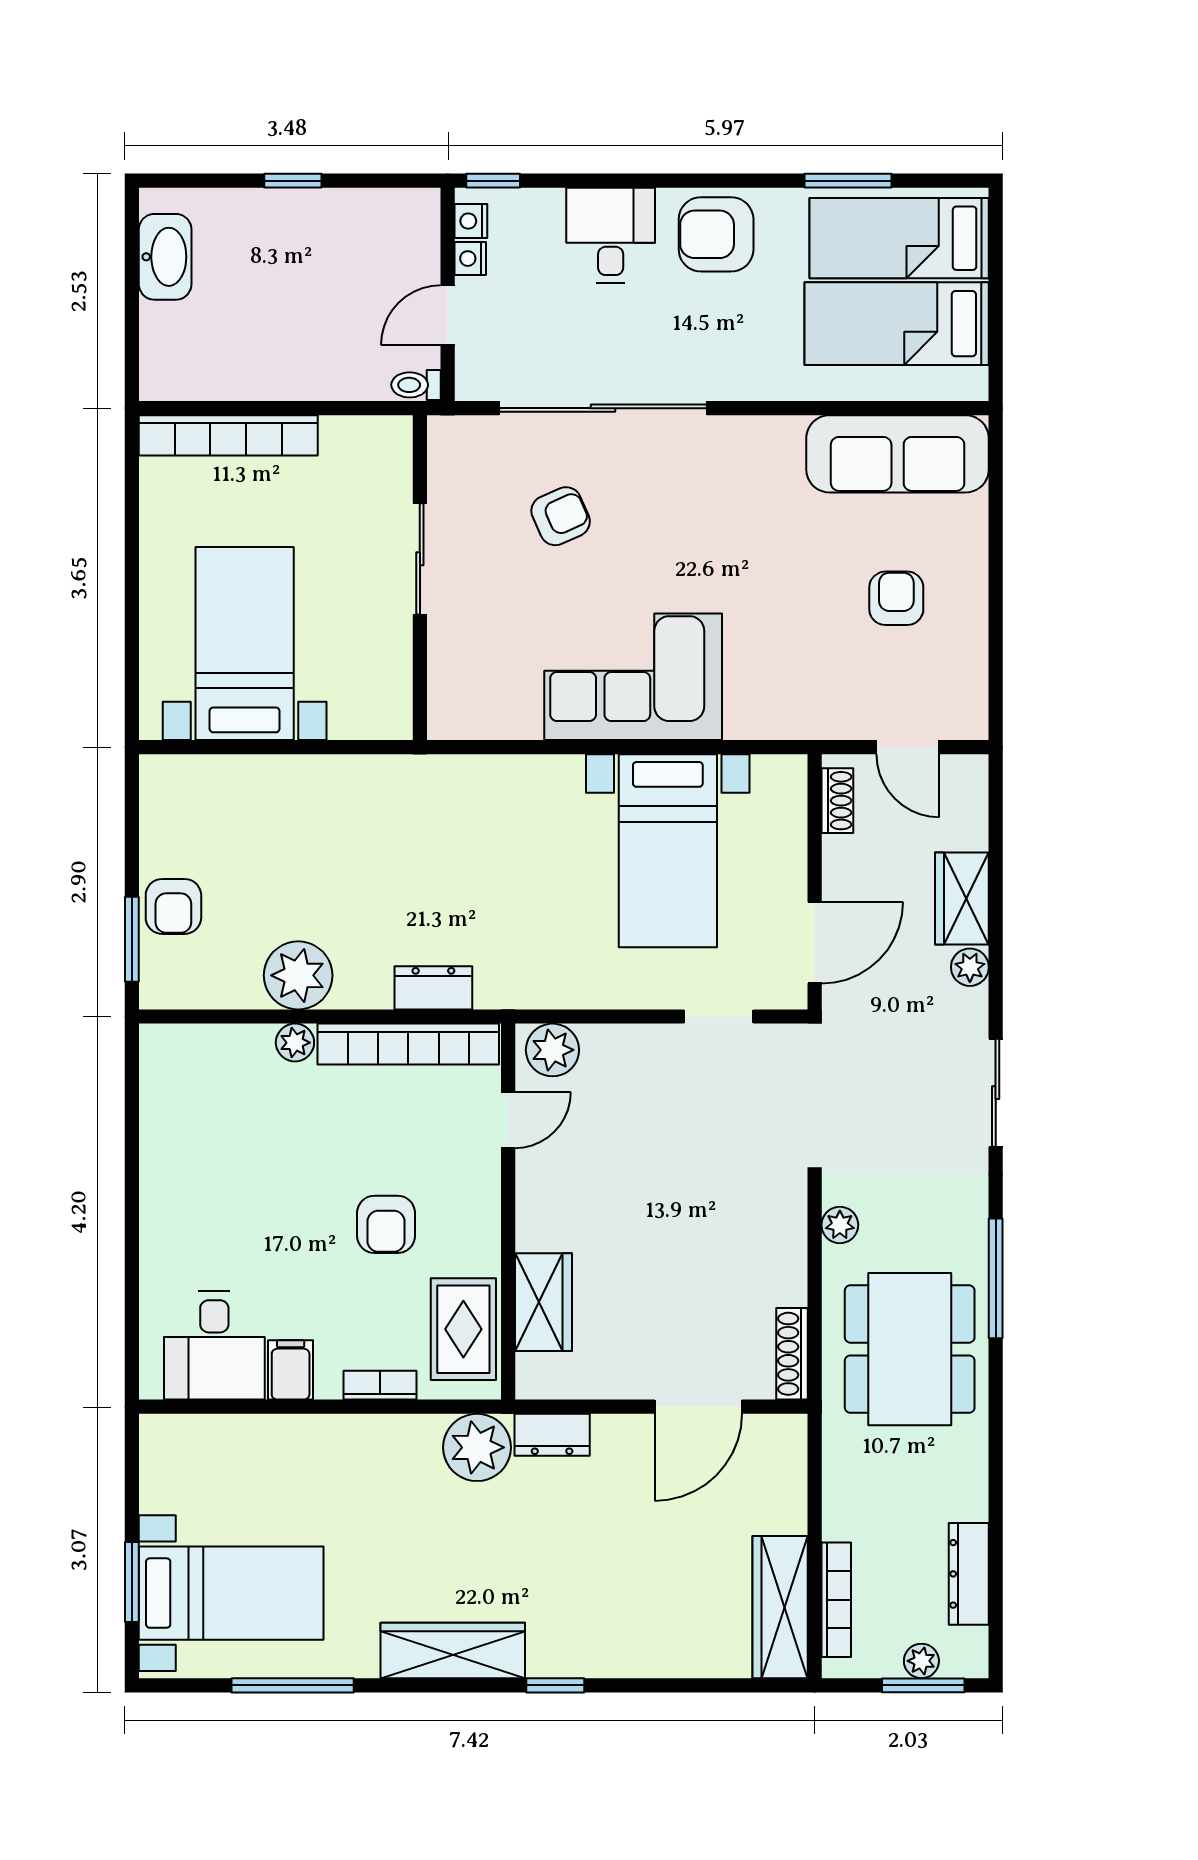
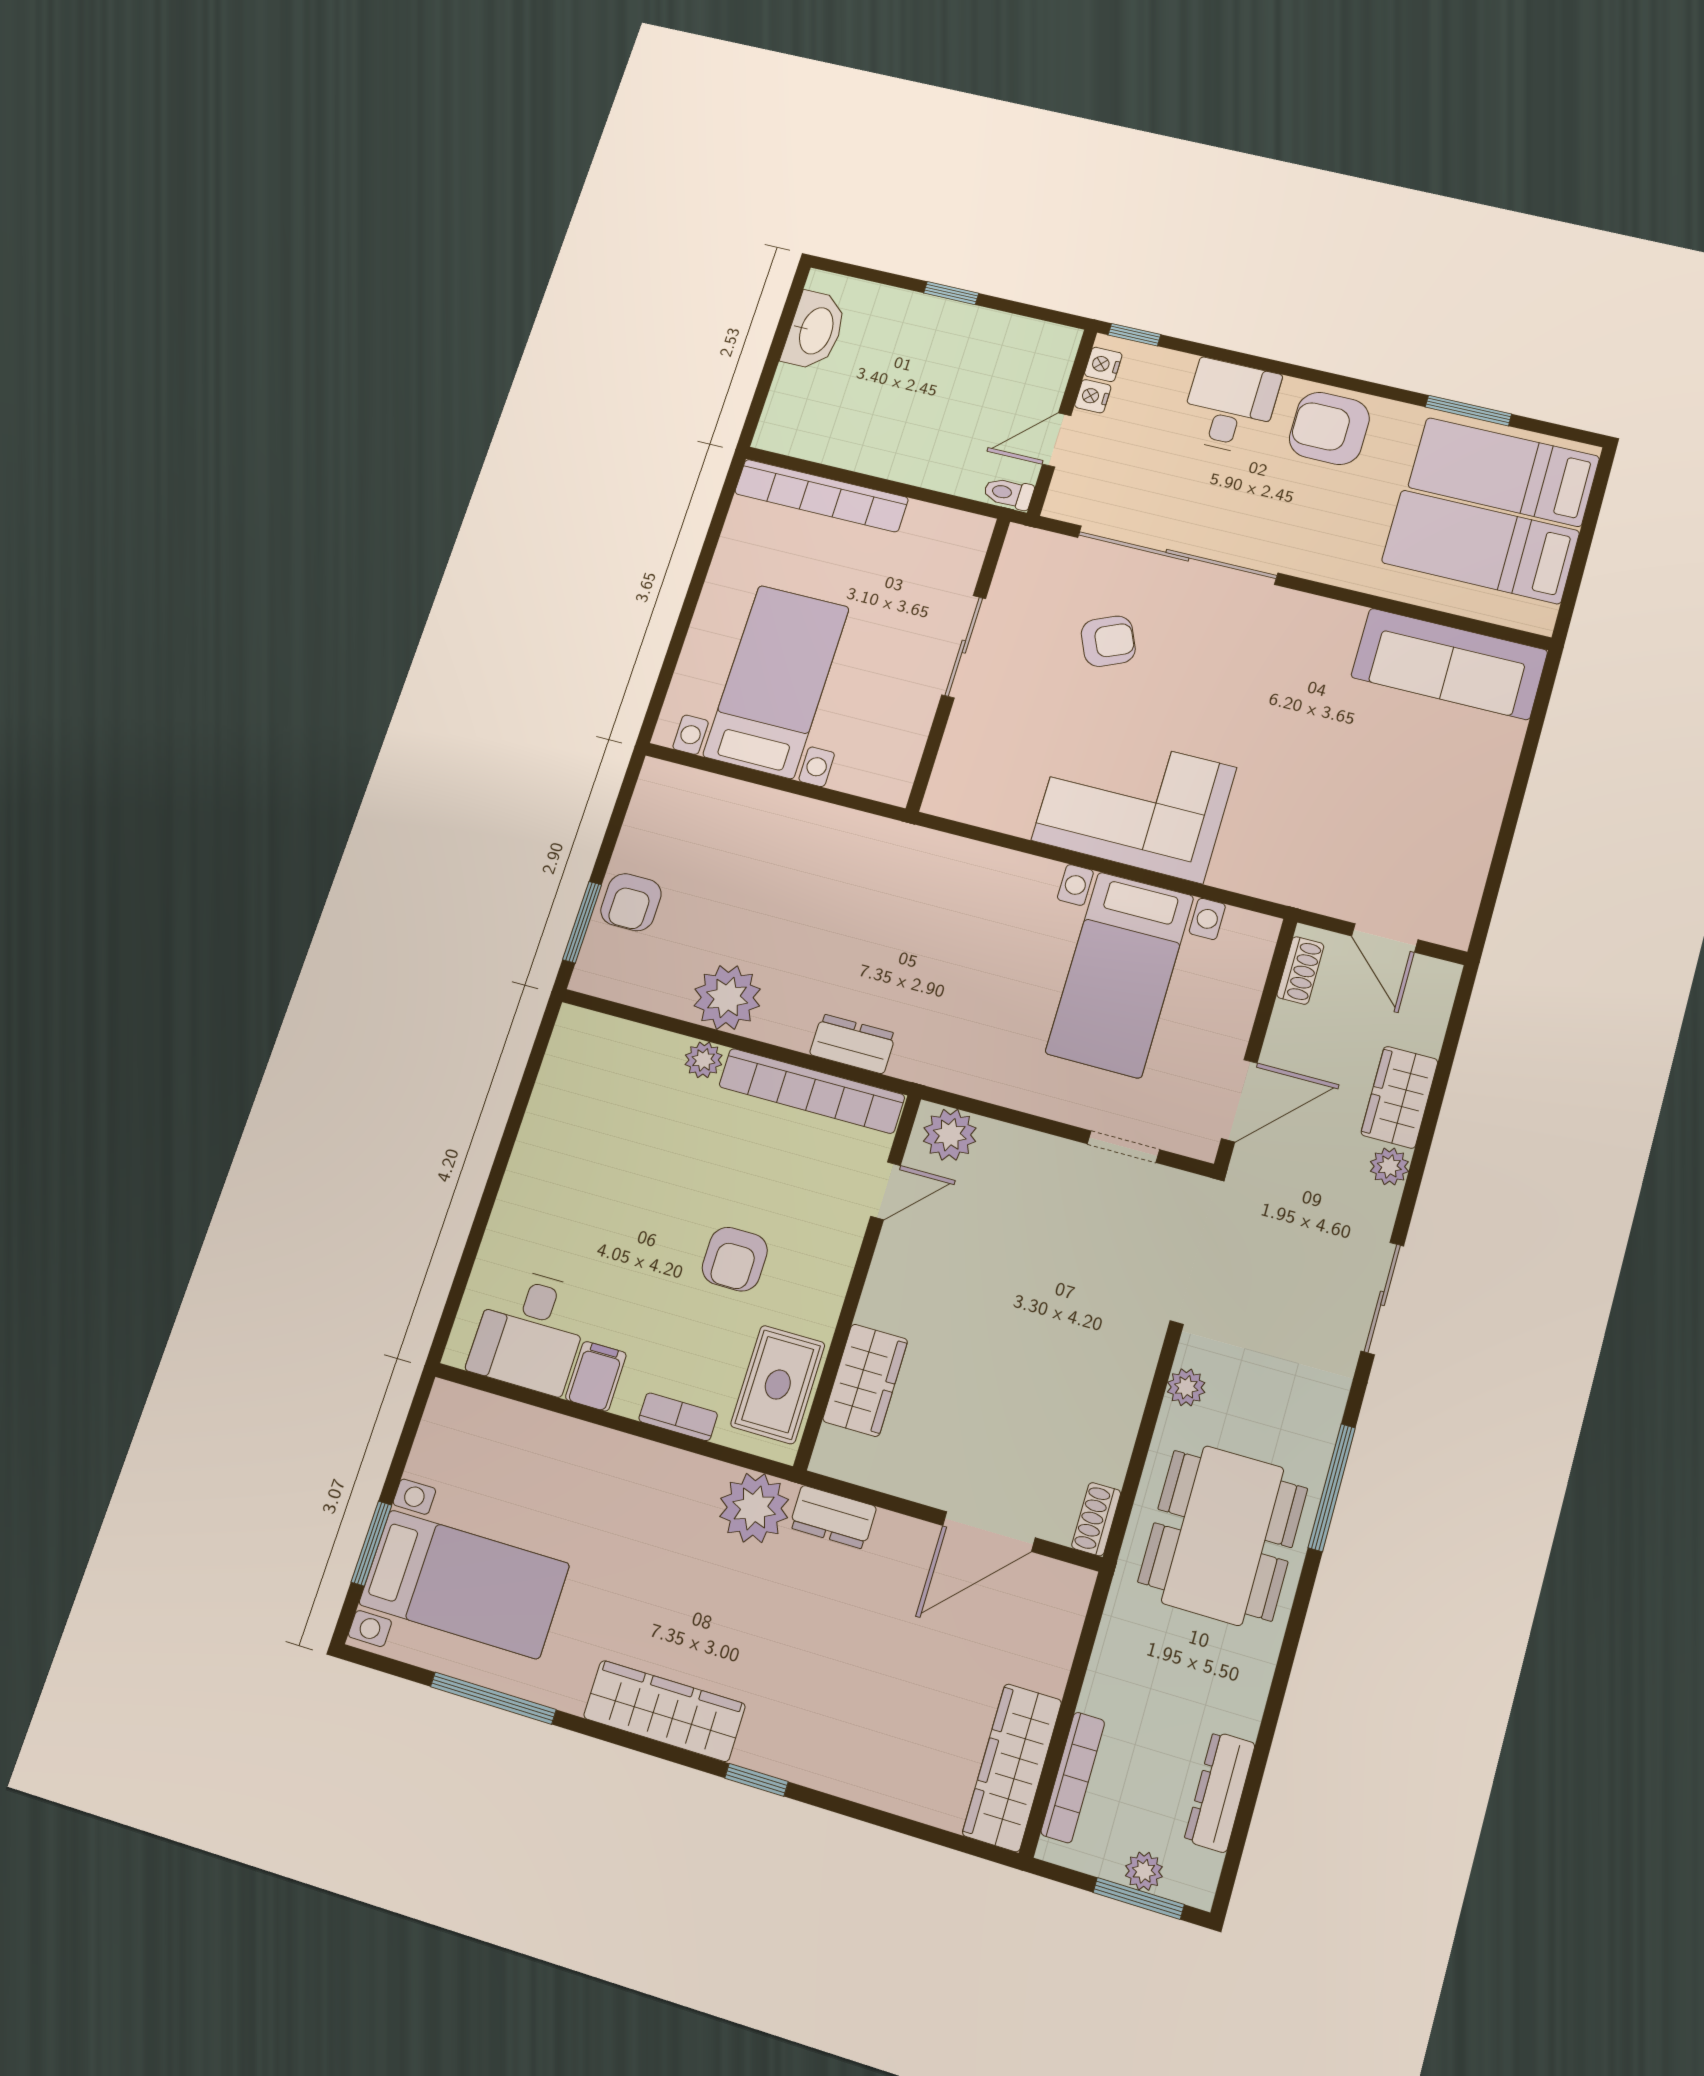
armchair: (896, 598) -> (1411, 796), removed
shoe rack: (792, 1354) -> (1096, 1519), width x0.70

